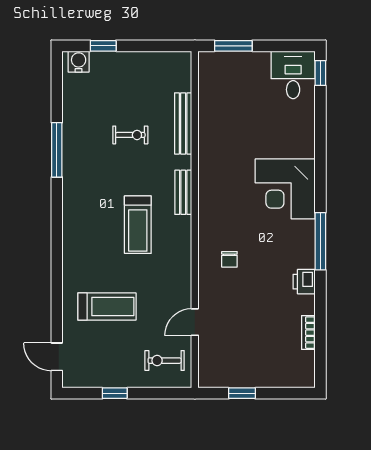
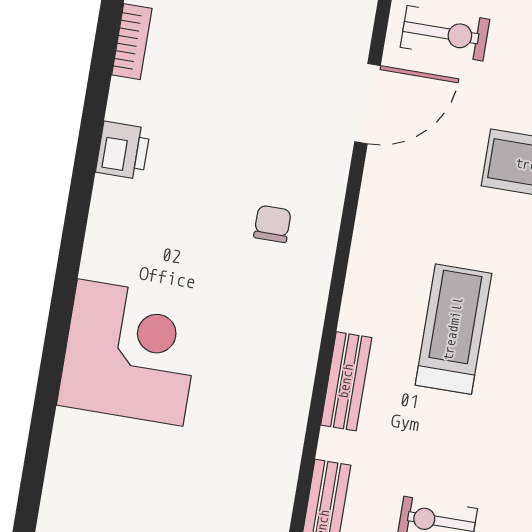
window: (320, 241) -> (74, 230), removed
door: (195, 322) -> (368, 104), width x1.38

